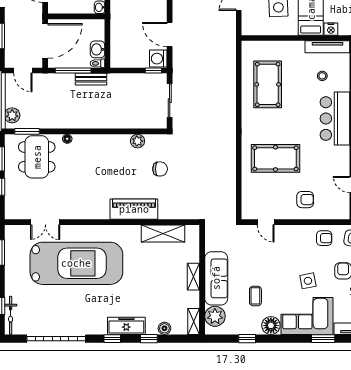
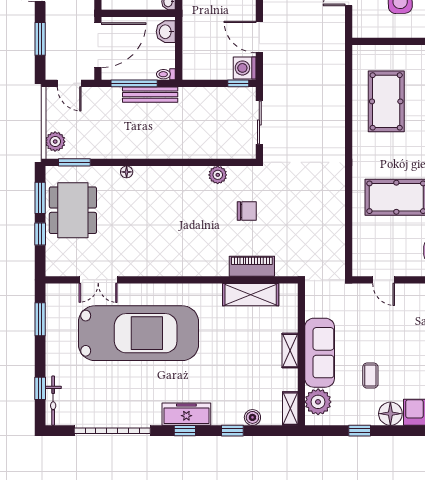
washbasin: (97, 49) -> (166, 32), moved
bench: (91, 79) -> (150, 95), width x1.36
dining table: (37, 157) -> (73, 210), moved
piano: (134, 209) -> (252, 266), moved, width x0.73, depth x0.75
freezer: (126, 326) -> (186, 414), moved

